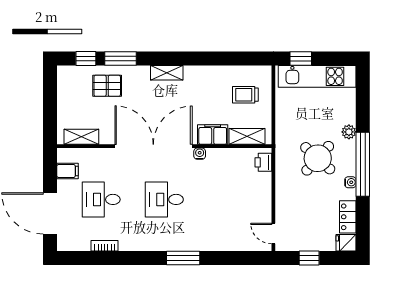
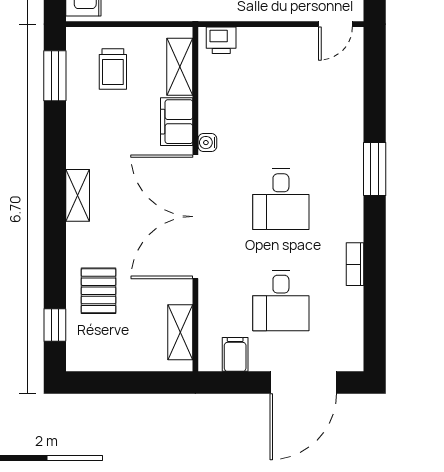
window: (120, 59) -> (55, 76), moved
bookcase: (105, 246) -> (355, 264), moved

